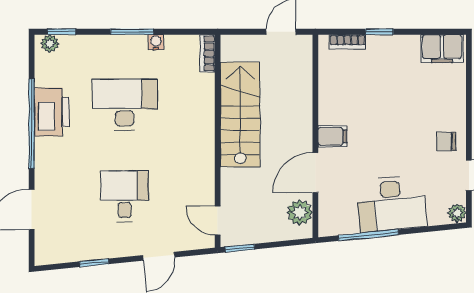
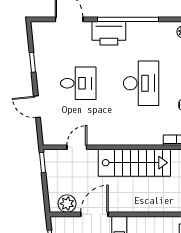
printer: (52, 112) -> (109, 33), moved
door: (315, 173) -> (94, 214), hinge flipped
door: (218, 220) -> (77, 147), moved

